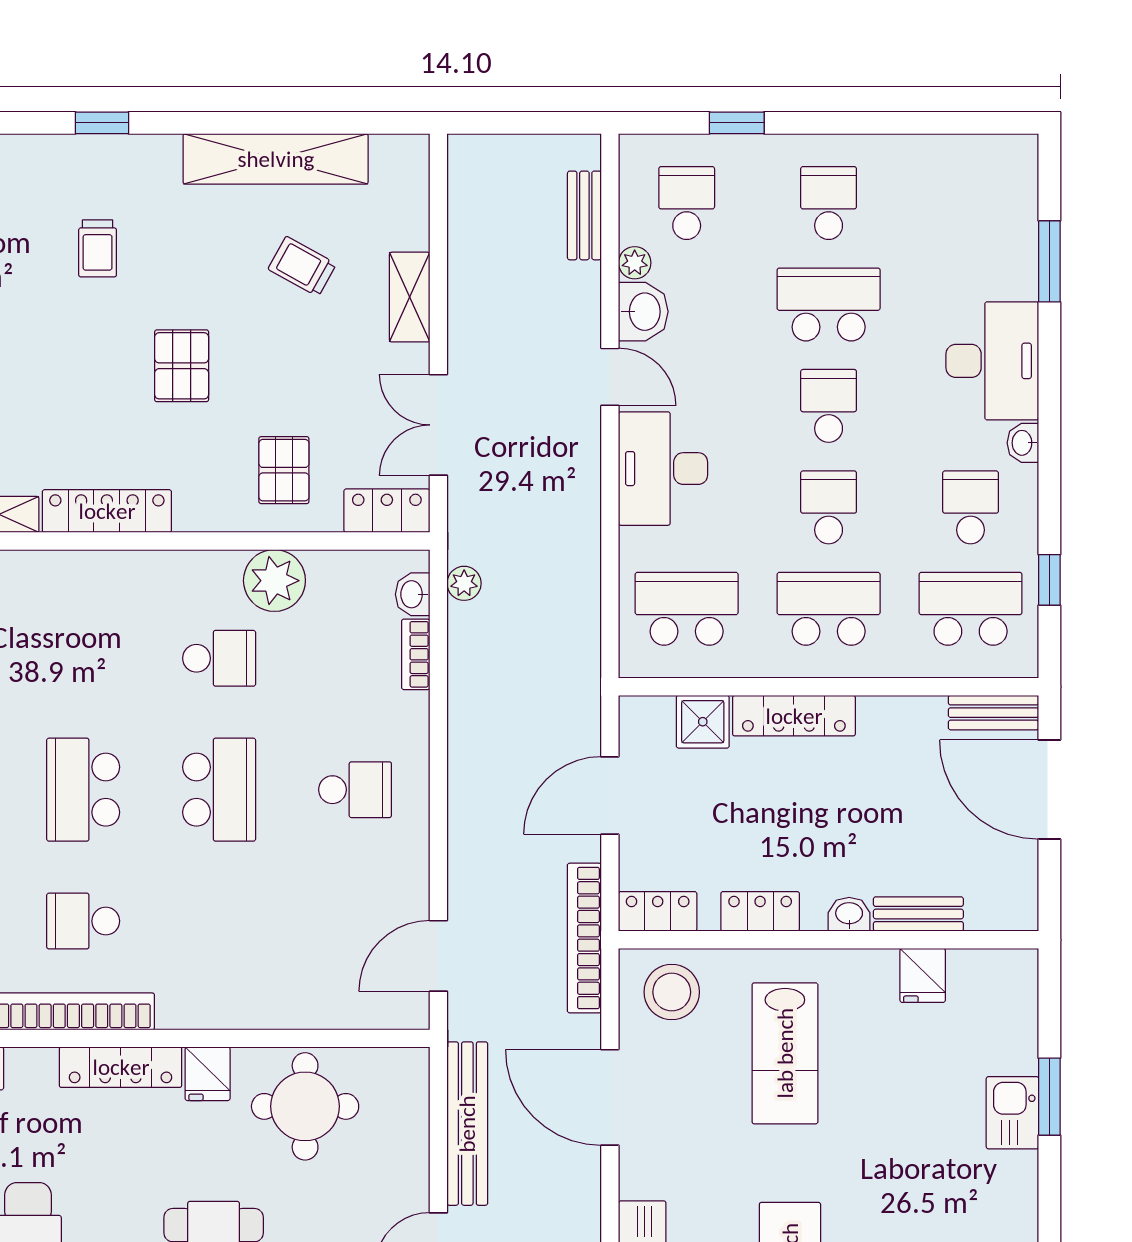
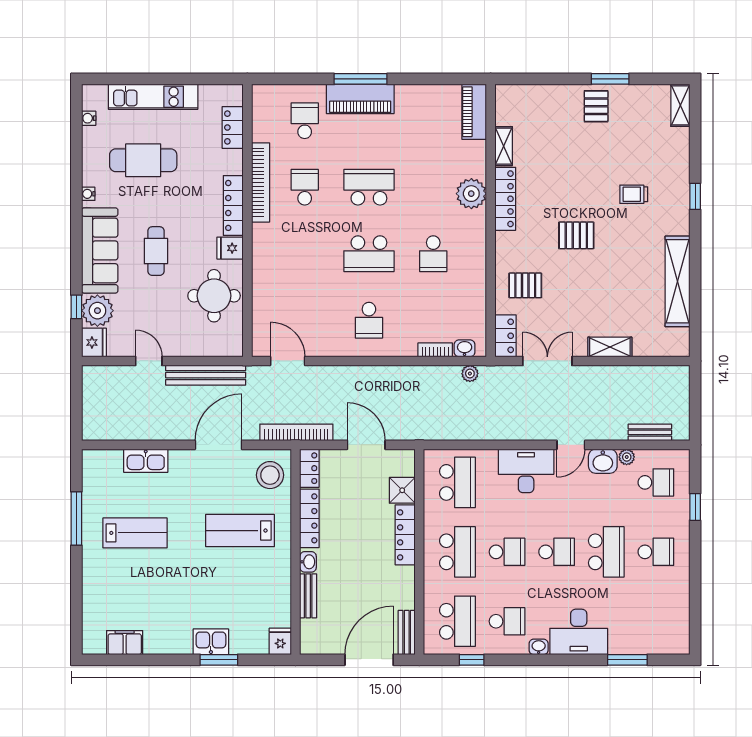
trolley: (302, 266) -> (625, 294), removed
plant: (274, 581) -> (471, 194), moved
locker: (760, 911) -> (309, 518), width x1.53
fridge: (923, 975) -> (280, 641), moved, turned 90

